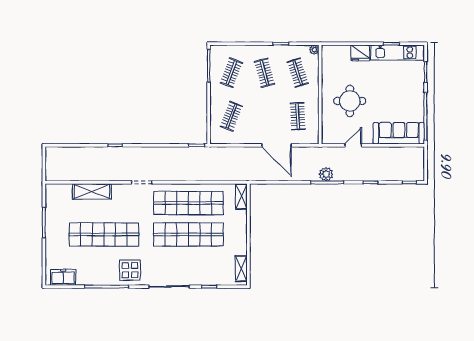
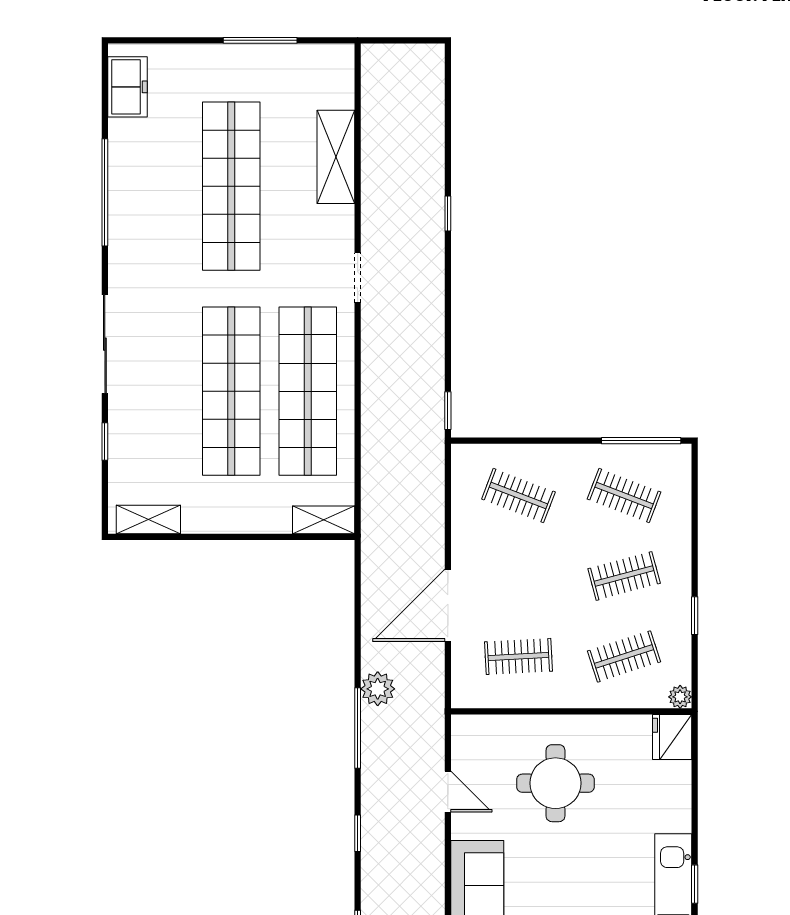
fridge: (360, 53) -> (672, 737), moved
plant: (326, 174) -> (378, 689), moved
display table: (130, 270) -> (145, 249), removed

